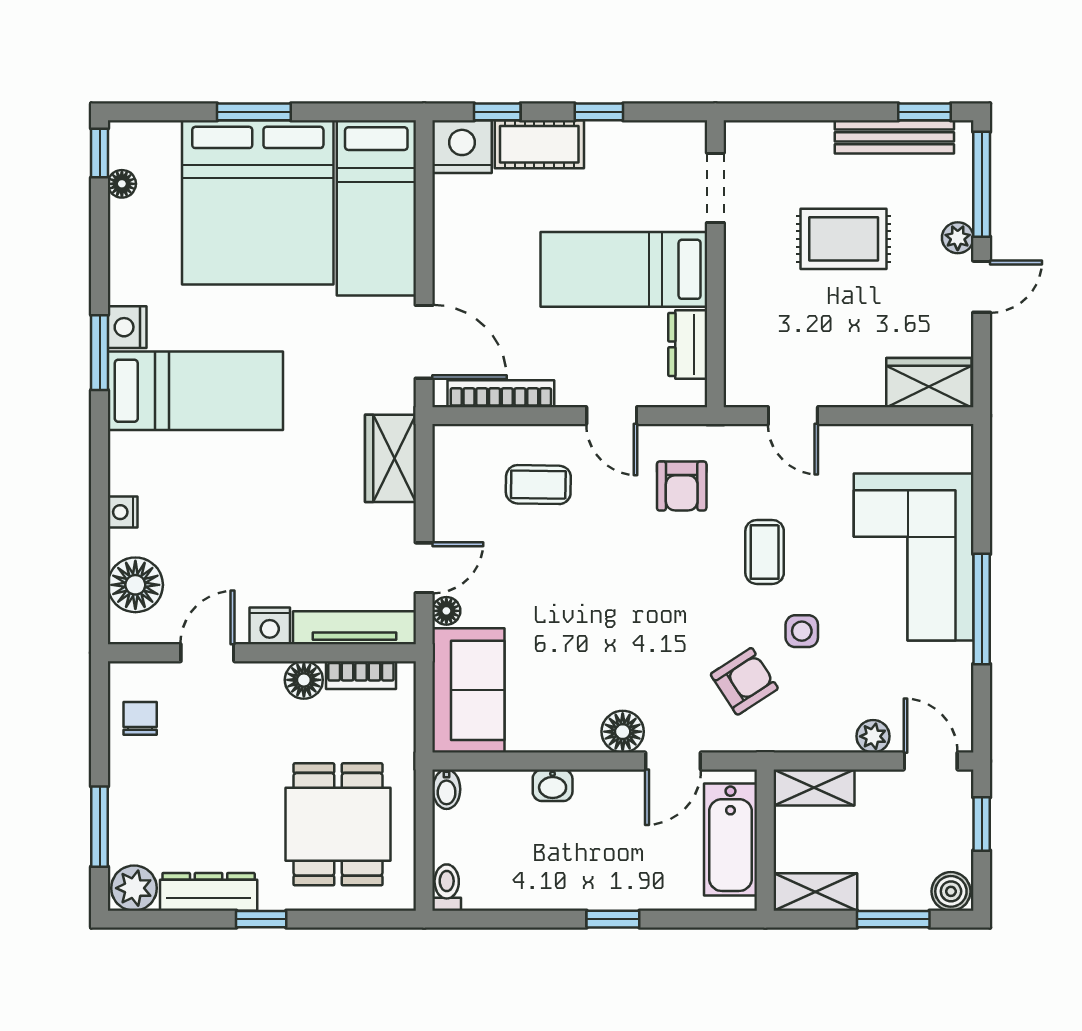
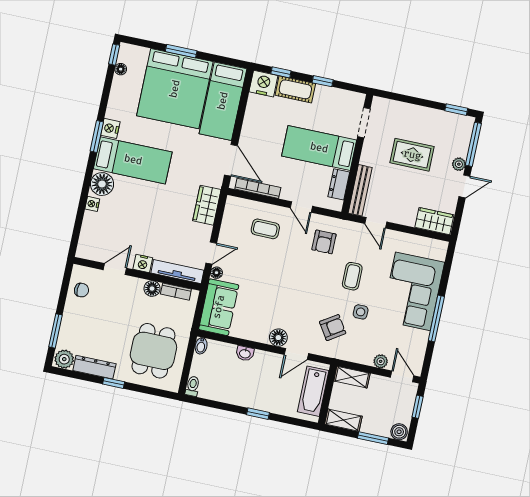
bench: (894, 137) -> (360, 190), moved, turned 90
floor lamp: (135, 585) -> (102, 184), moved
chair: (140, 718) -> (82, 290), turned 90

